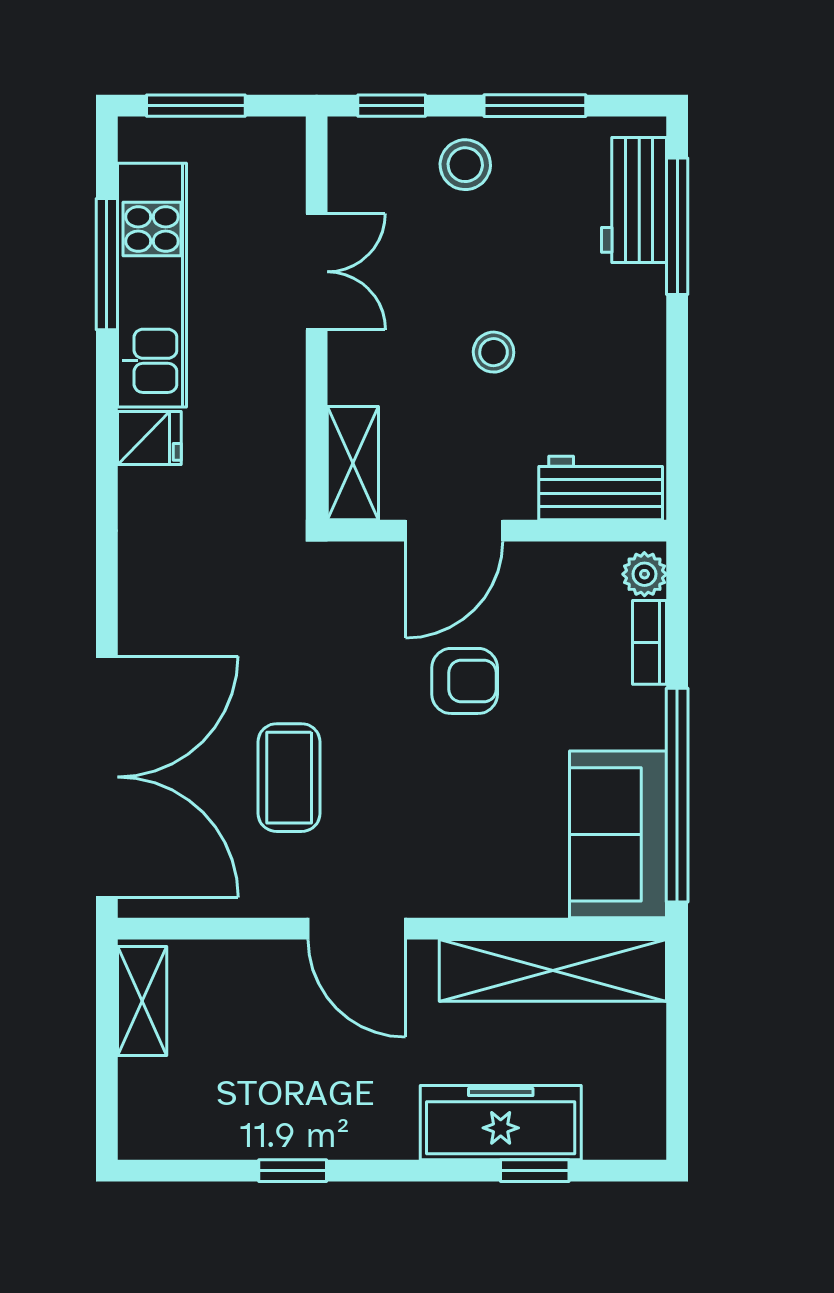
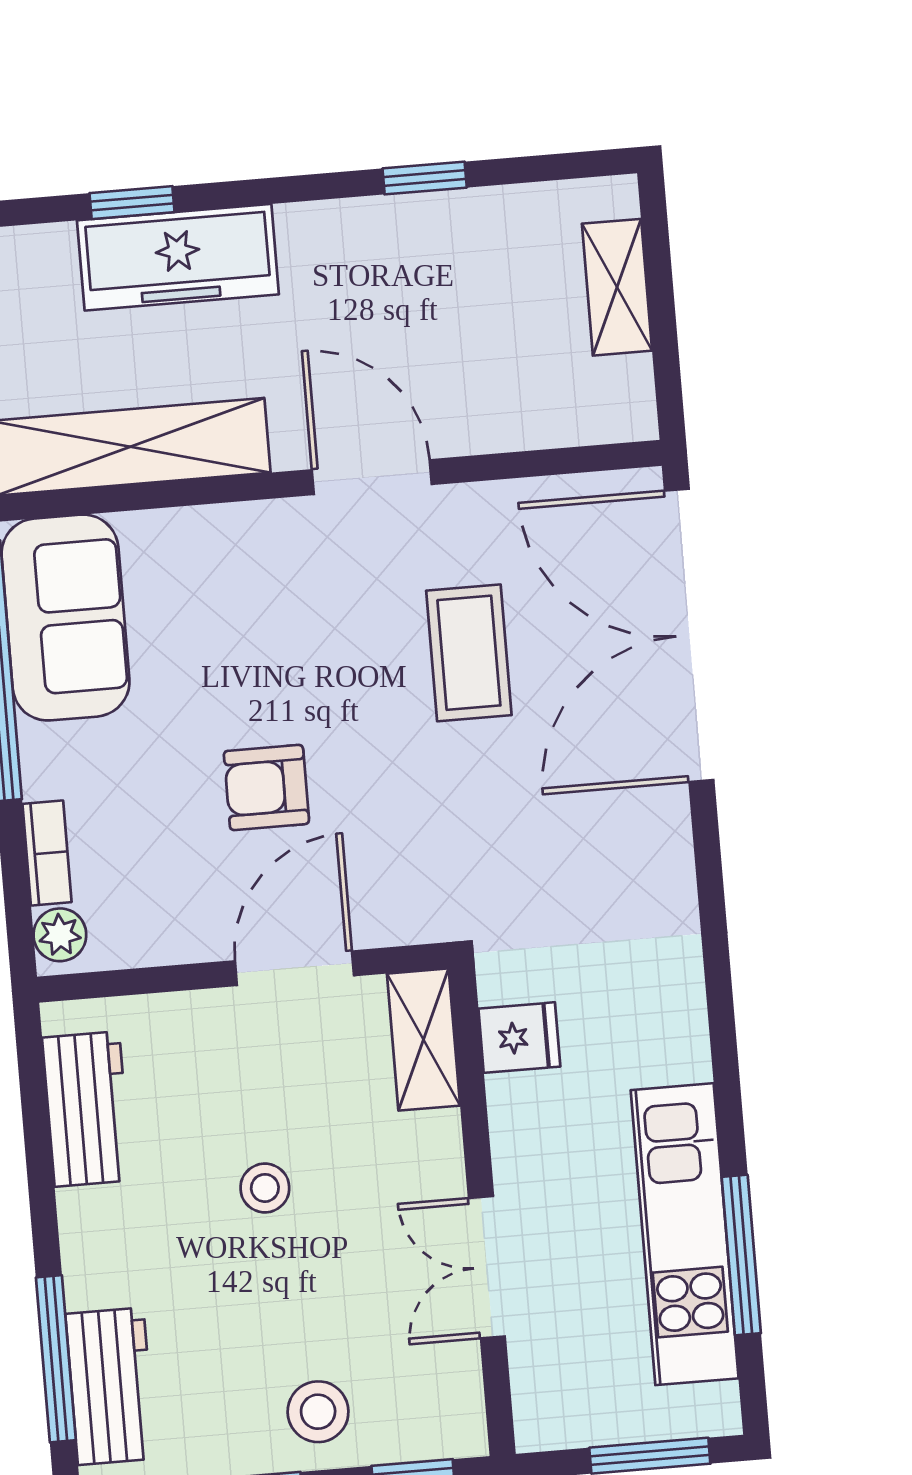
fridge: (149, 438) -> (519, 1038), moved, turned 180
workbench: (601, 488) -> (87, 1109), moved, turned -90
shelving: (142, 1001) -> (617, 287), moved

